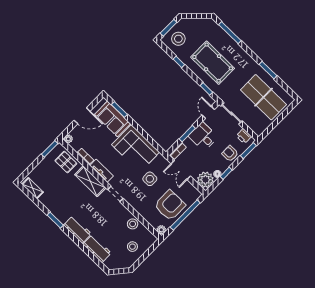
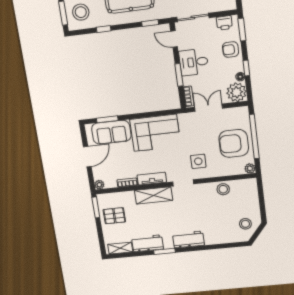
pallet: (66, 162) -> (114, 216), moved
double door: (181, 170) -> (209, 108), swing flipped
side table: (150, 179) -> (198, 161), moved
armchair: (170, 205) -> (234, 143), turned -90
stool: (132, 247) -> (245, 224), moved
workbench: (97, 249) -> (147, 243), moved

